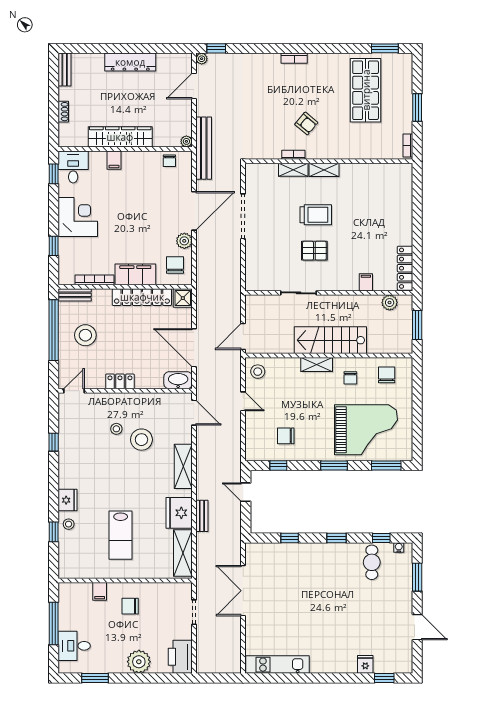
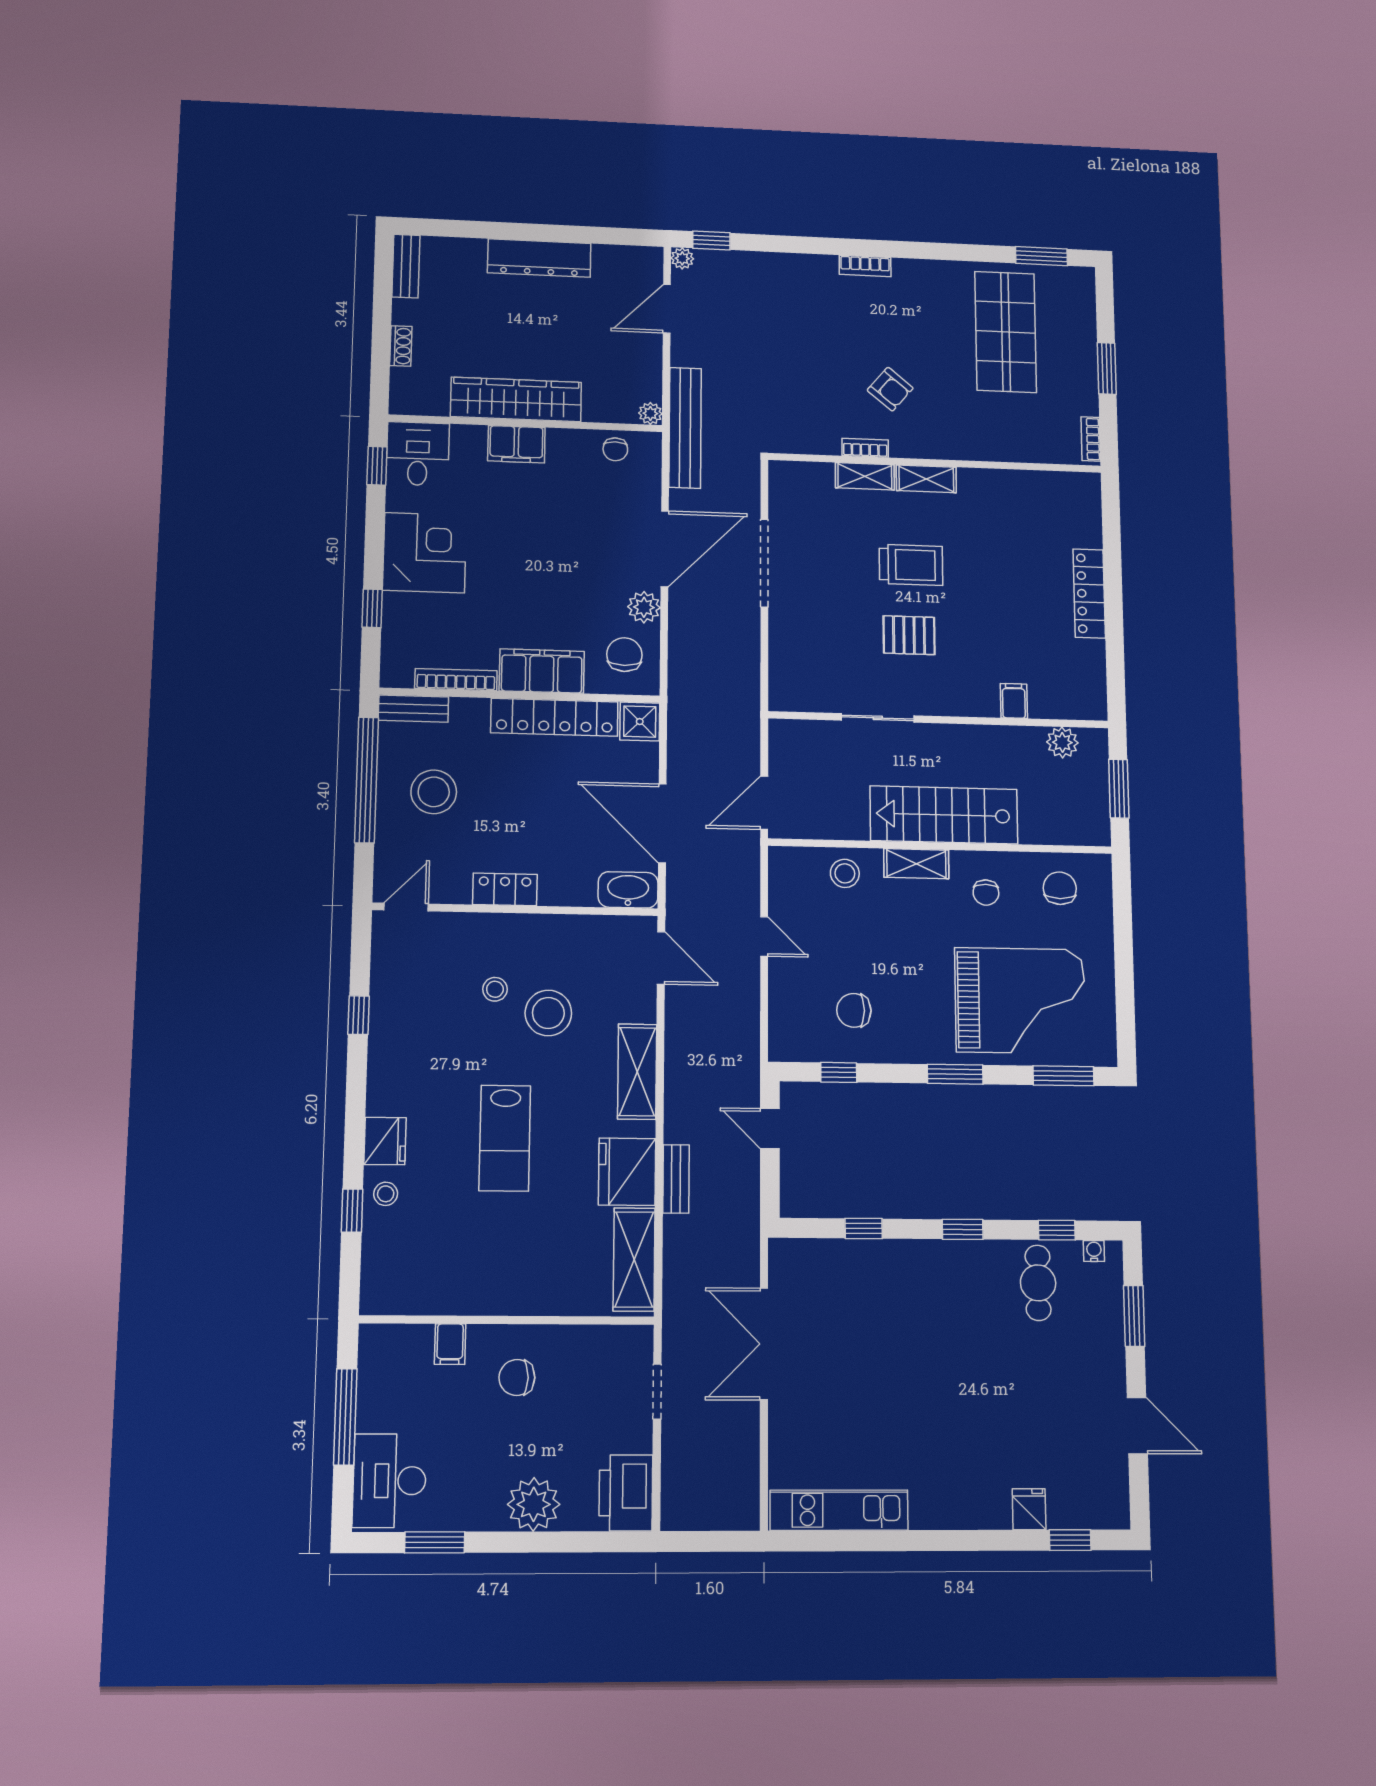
filing cabinet: (114, 160) -> (516, 444), width x2.00
locker: (405, 268) -> (1089, 594), moved
stool: (258, 372) -> (845, 873), moved
lab bench: (121, 535) -> (505, 1138), moved
desk: (74, 646) -> (389, 1481), width x1.37

